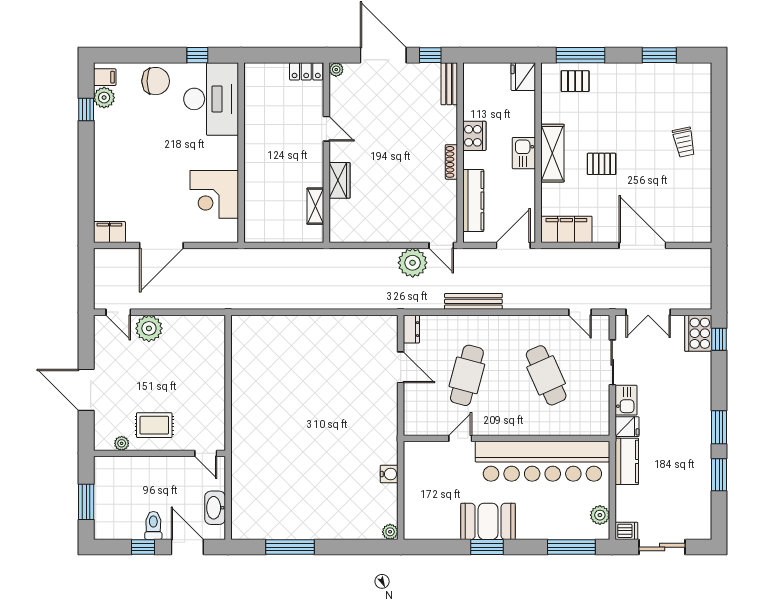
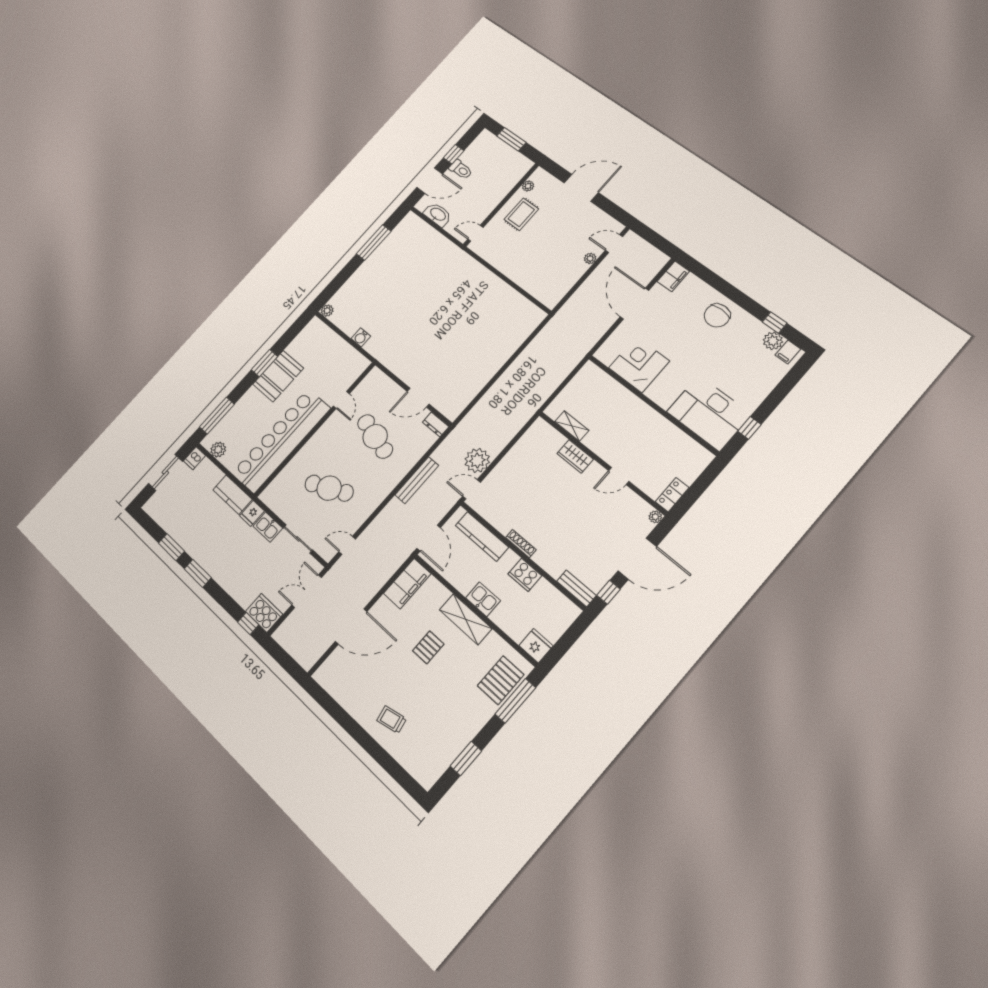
chair: (156, 81) -> (717, 315), moved
pallet: (575, 81) -> (501, 680), width x1.50, depth x1.42
plant: (149, 328) -> (590, 258), width x0.53, depth x0.53

